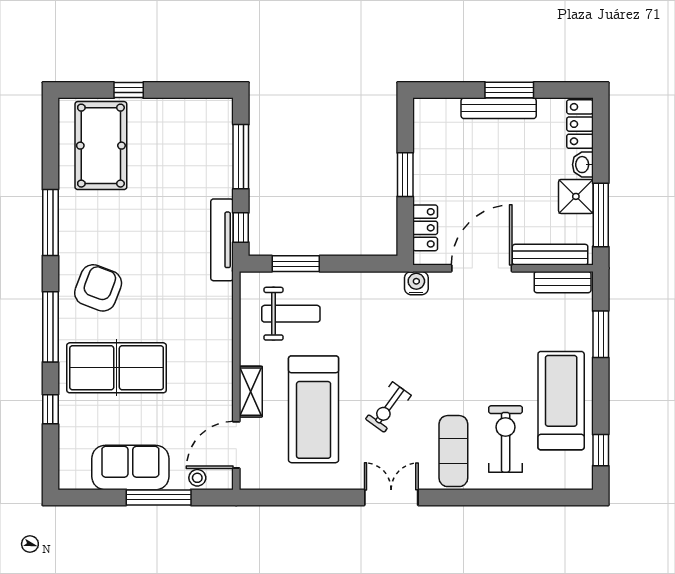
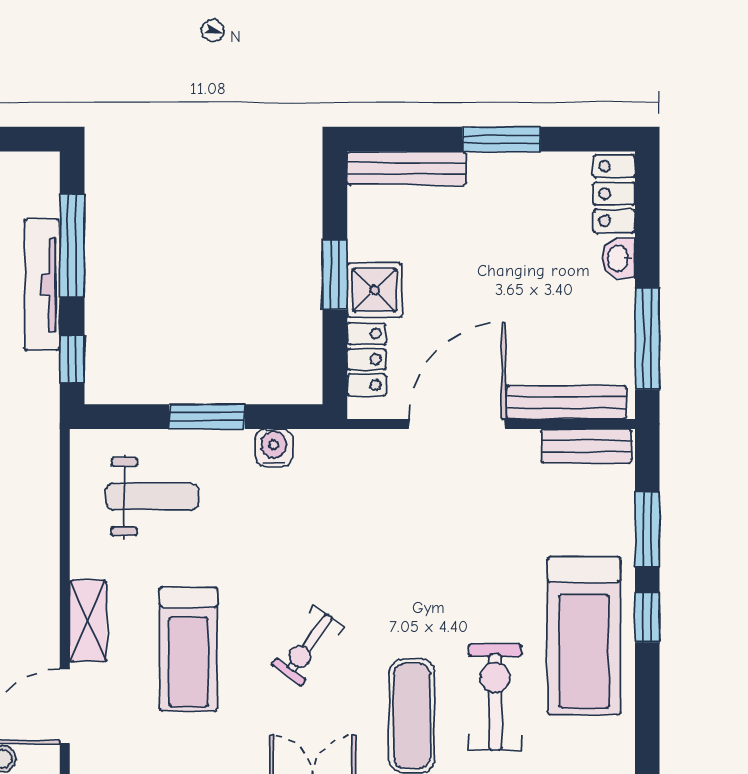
bench: (499, 108) -> (407, 168), moved
shower: (576, 196) -> (374, 290), moved
tv unit: (222, 240) -> (42, 285), moved
window: (296, 264) -> (207, 417), moved
water cooler: (416, 283) -> (274, 448), moved
treadmill: (561, 401) -> (584, 636), turned 180
treadmill: (314, 409) -> (188, 649), width x0.73, depth x0.73
window: (601, 450) -> (647, 617), moved

